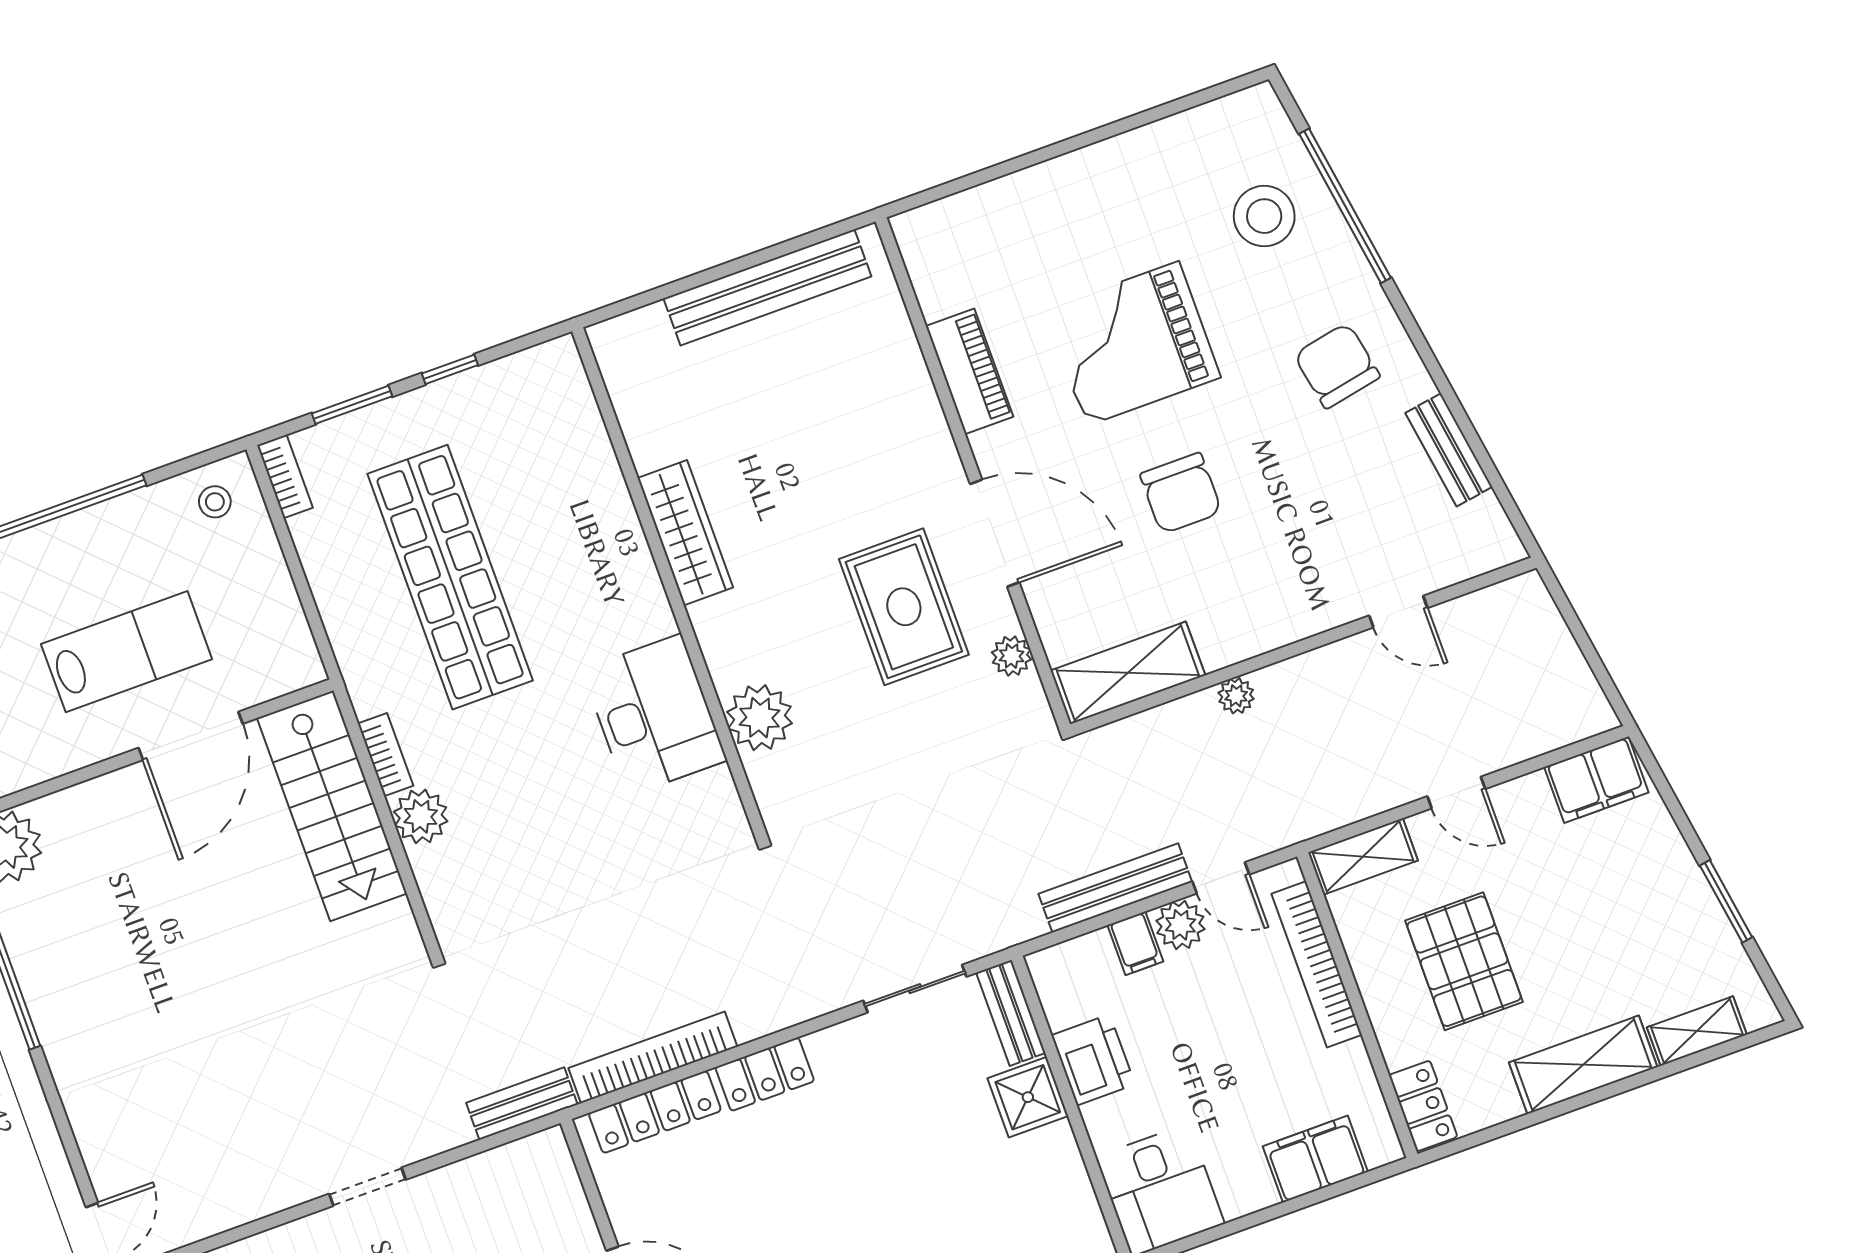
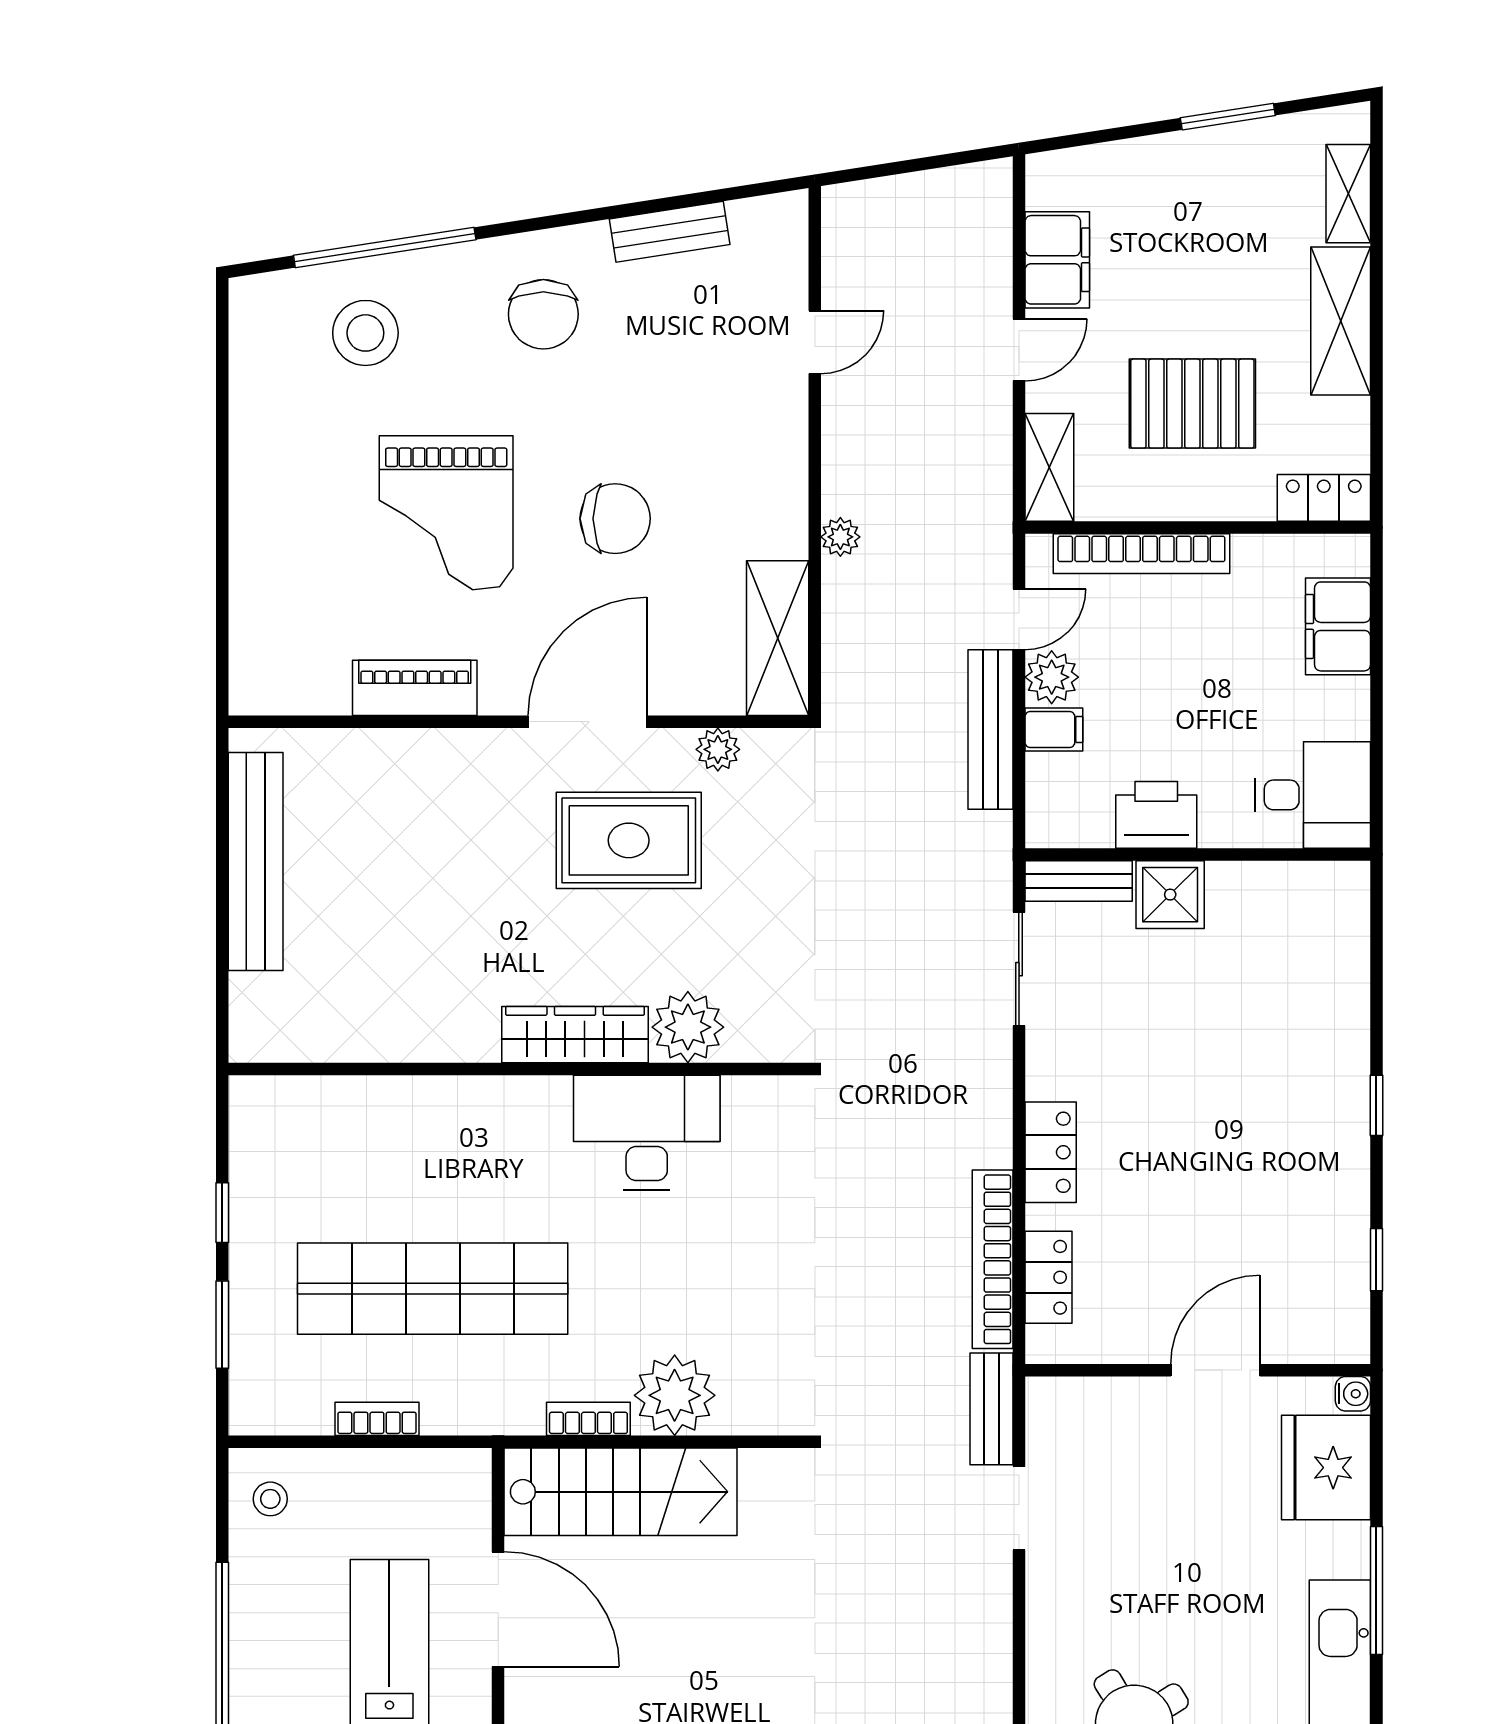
chair: (1337, 366) -> (543, 314), turned -79
bookcase: (285, 477) -> (377, 1419), moved
wardrobe: (685, 533) -> (575, 1035), moved
filing cabinet: (1596, 780) -> (1057, 260), moved
plant: (421, 816) -> (675, 1395), width x1.36, depth x1.36
locker: (655, 1112) -> (1048, 1277), width x0.66
doorway: (367, 1187) -> (1019, 1508), moved

